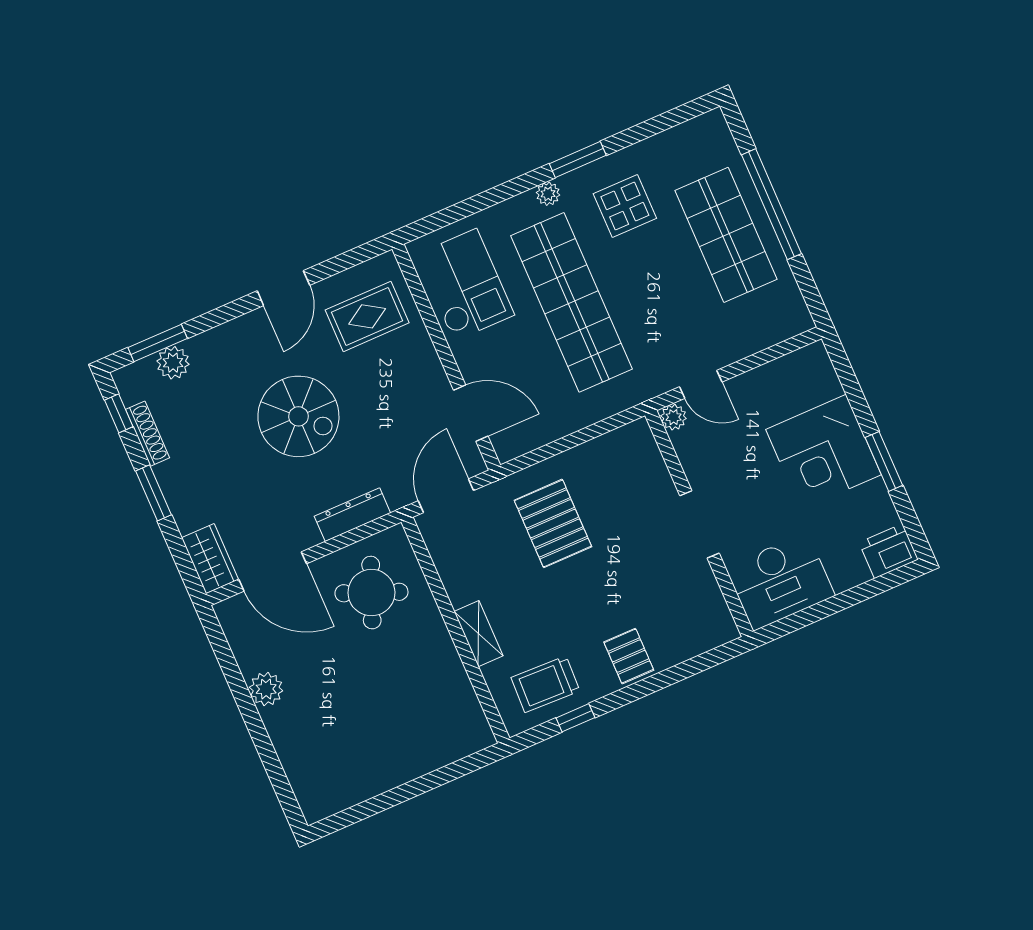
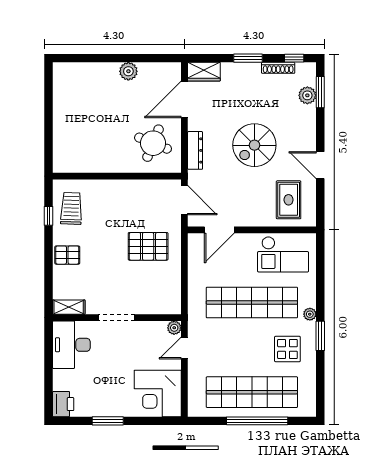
shop shelf: (726, 235) -> (252, 392), width x1.40
corner desk: (824, 452) -> (158, 393), moved, turned -90
shelving: (478, 634) -> (69, 307), moved

